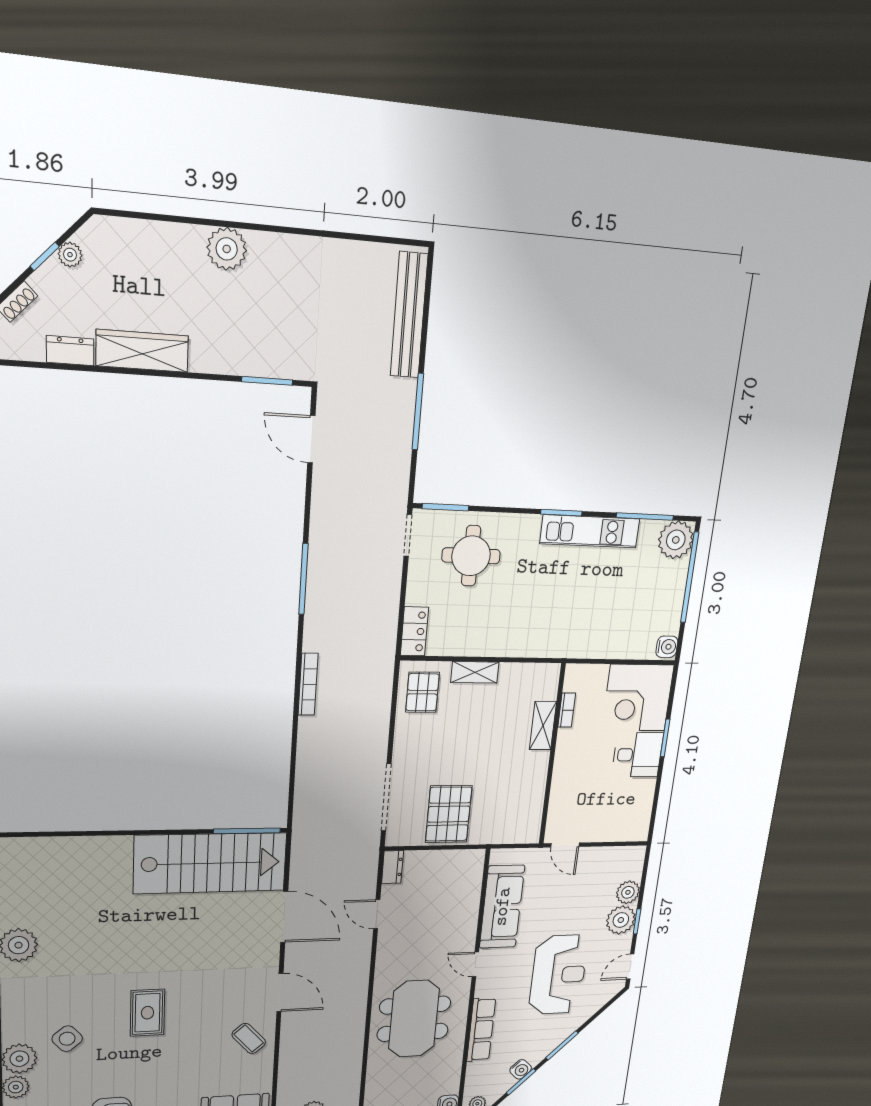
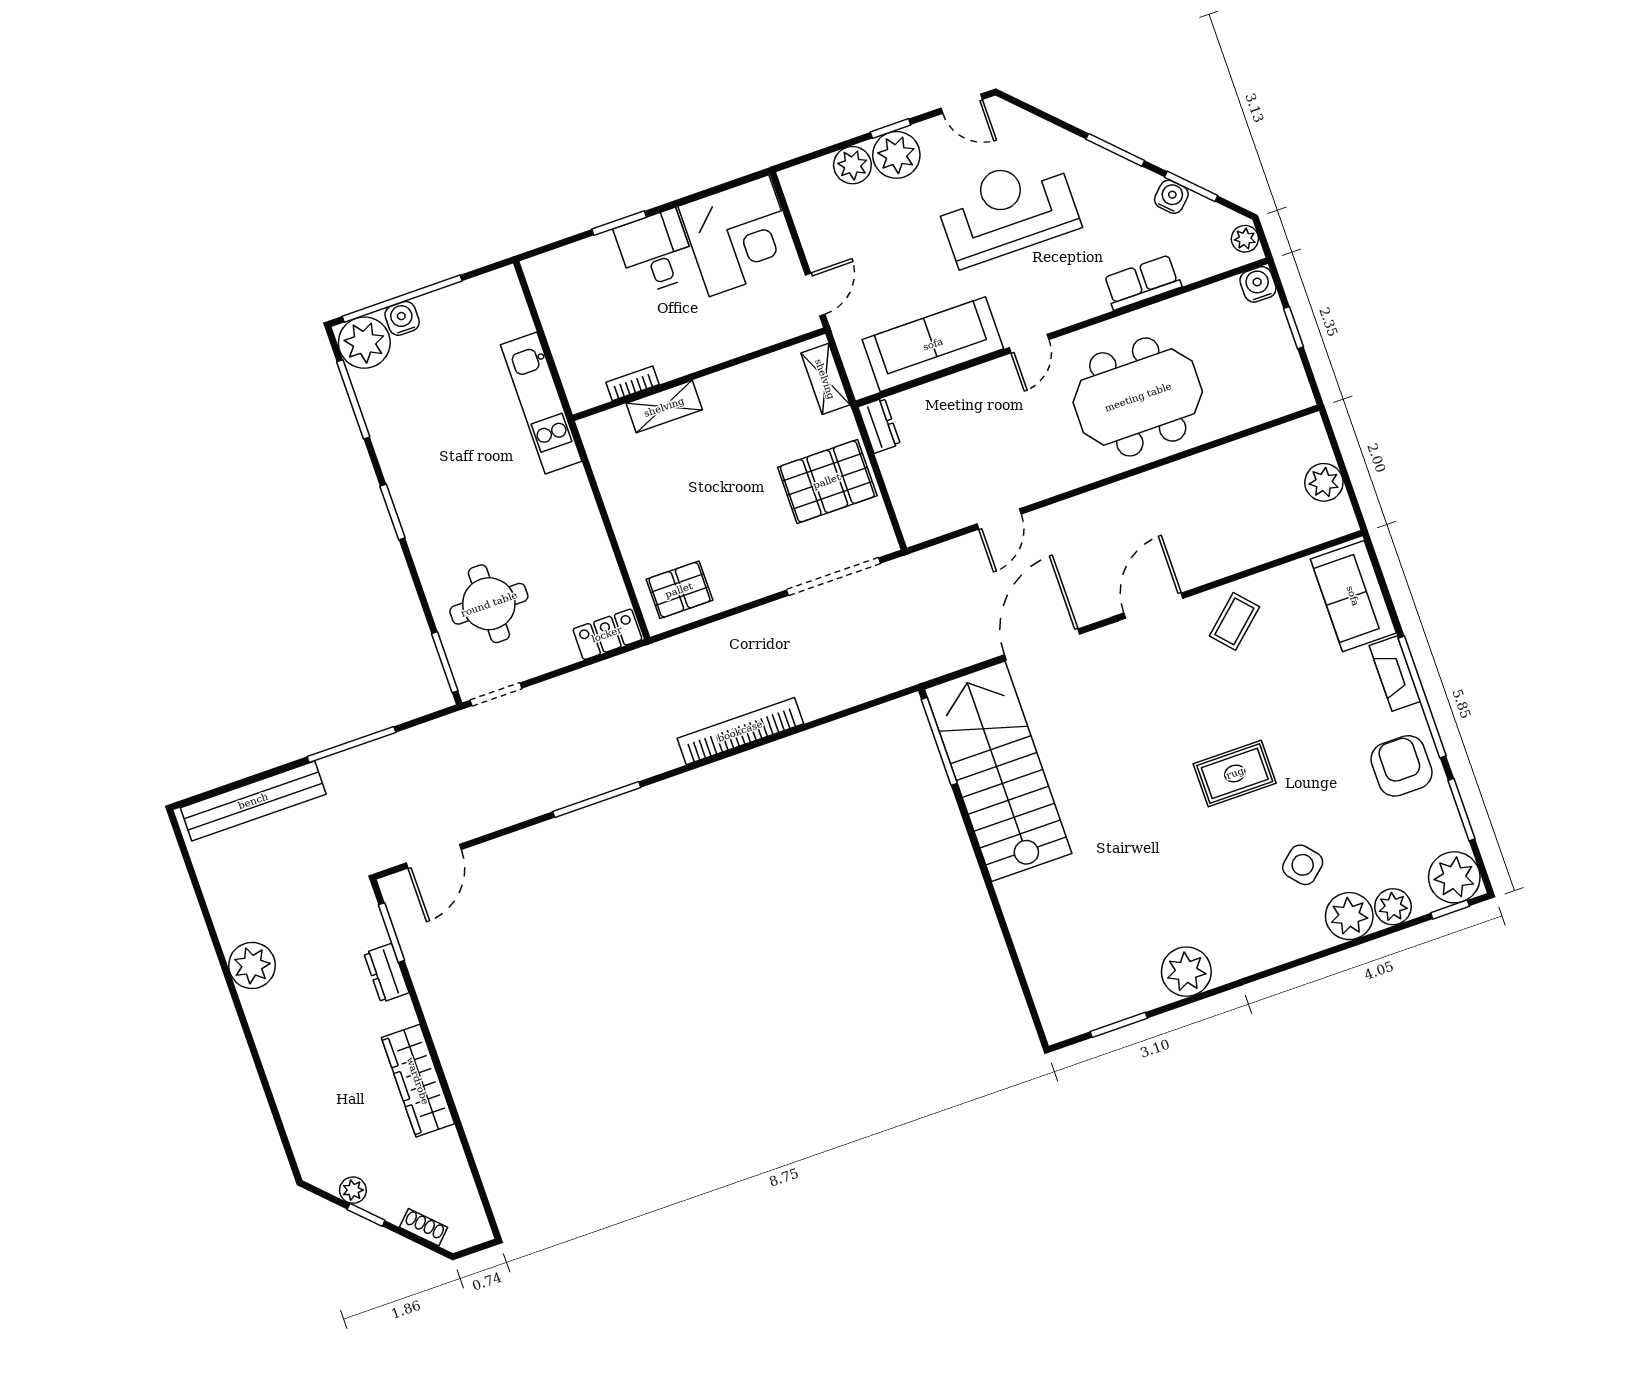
plant: (227, 249) -> (252, 965), moved
dresser: (70, 351) -> (386, 973), moved
kitchen unit: (590, 531) -> (541, 403), moved, turned 180
water cooler: (667, 647) -> (402, 318), moved
shelving: (475, 672) -> (825, 379), moved
bookcase: (308, 684) -> (740, 731), width x1.48, depth x1.31
corner desk: (638, 698) -> (739, 236), moved
dresser: (392, 867) -> (879, 426), moved, turned 90
row of seats: (481, 1030) -> (1142, 282), width x0.68

